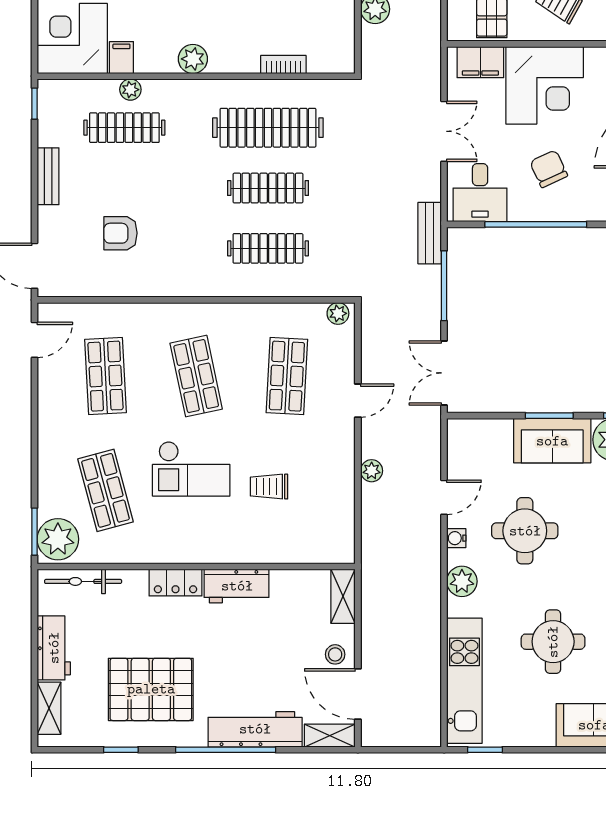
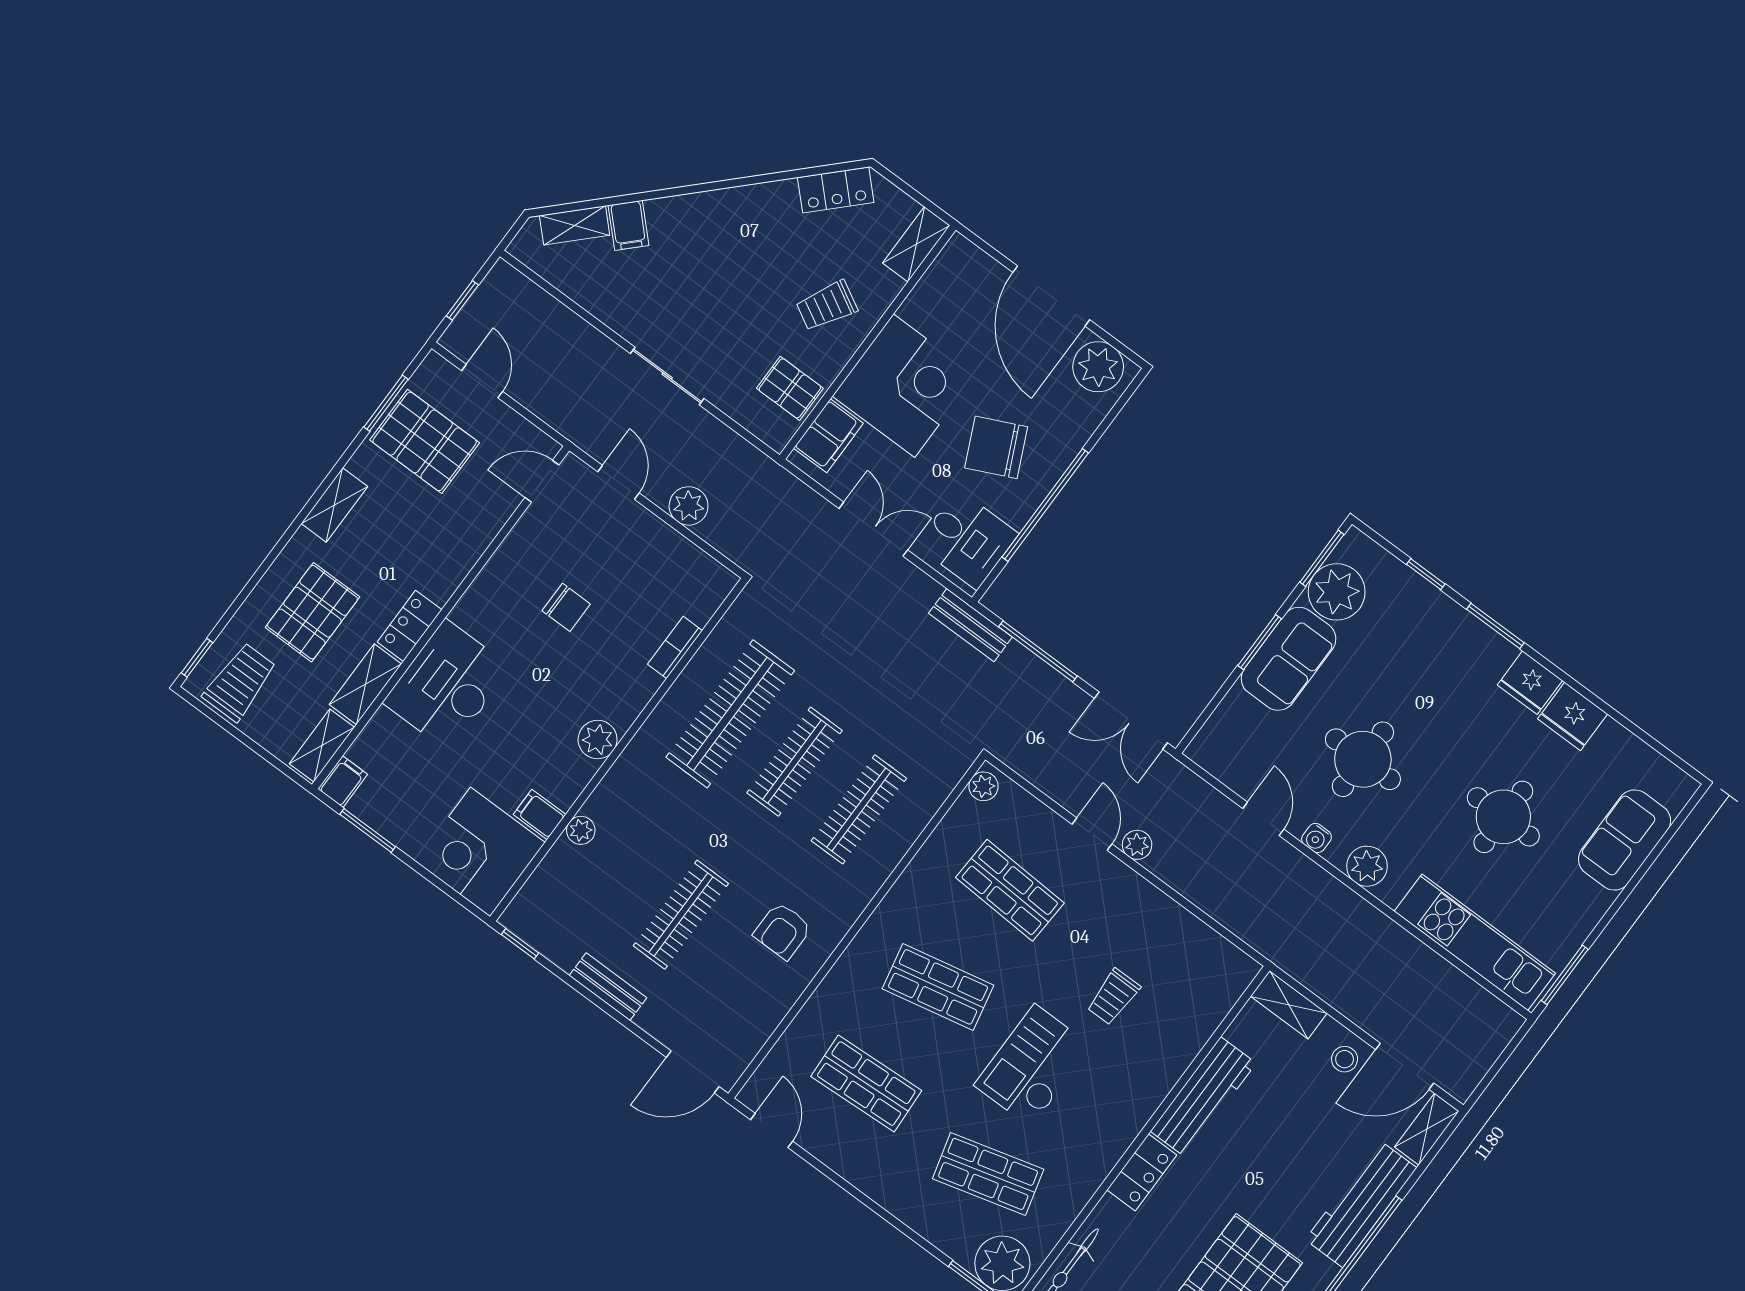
clothes rail: (124, 128) -> (681, 915), moved
chair: (549, 169) -> (996, 447), width x1.37, depth x1.37
armchair: (121, 233) -> (783, 931), moved
checkout: (191, 469) -> (1033, 1066), turned 180
plant: (372, 471) -> (1137, 845), moved
workbench: (237, 586) -> (1203, 1097), width x1.38
window: (485, 750) -> (1565, 975), width x1.50

